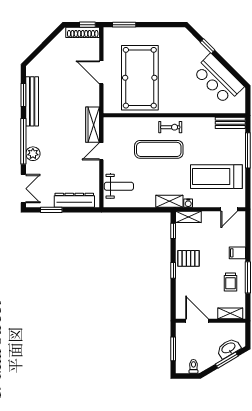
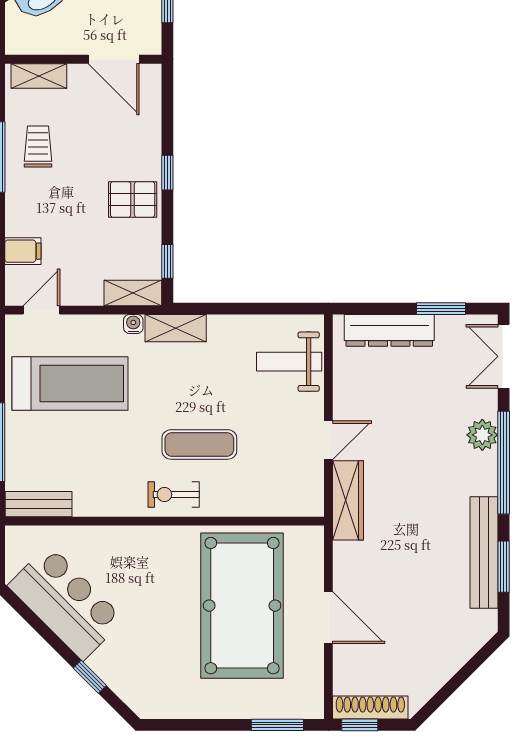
exercise mat: (159, 149) -> (199, 444), width x0.73, depth x0.69
filing cabinet: (237, 253) -> (23, 251), moved

